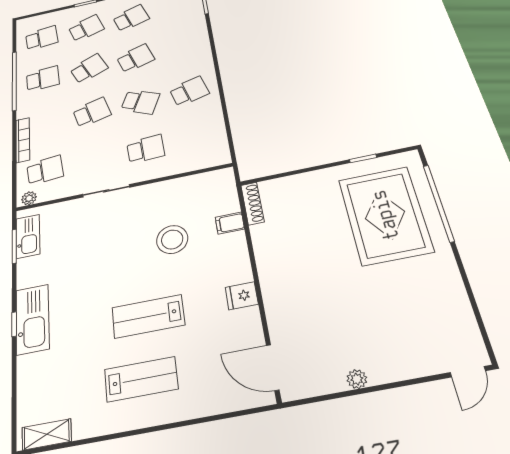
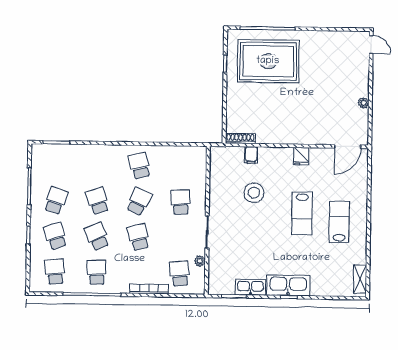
school desk: (131, 18) -> (56, 200), turned 36
plant: (29, 198) -> (200, 261), moved
kitchen sink: (28, 236) -> (250, 287), moved

